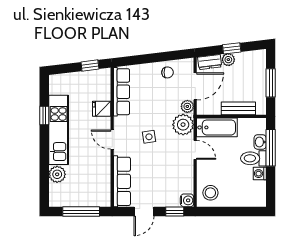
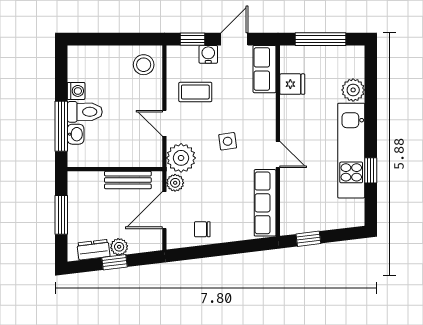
dresser: (210, 62) -> (93, 250), moved
bench: (238, 108) -> (128, 180), moved
fridge: (102, 109) -> (292, 84), moved
bathtub: (217, 127) -> (135, 154), removed
door: (112, 140) -> (278, 155), moved
coffee table: (173, 173) -> (195, 92), added
row of seats: (122, 181) -> (265, 69), width x0.68
water cooler: (187, 200) -> (208, 54), moved, turned 90

